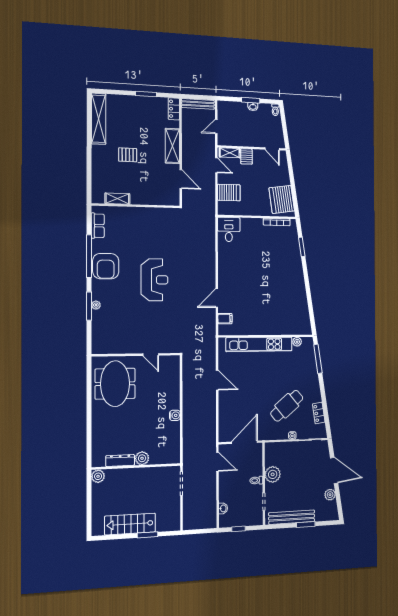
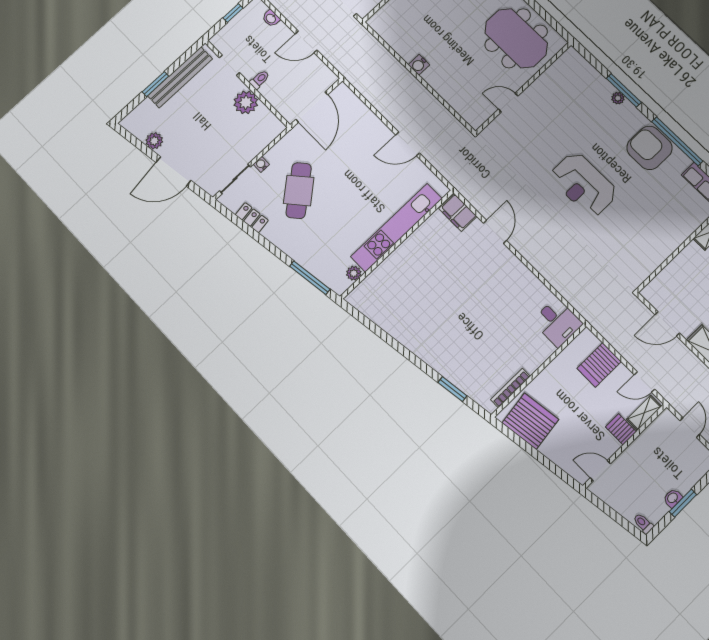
filing cabinet: (225, 319) -> (458, 213), width x2.00
door: (217, 462) -> (306, 42), moved

